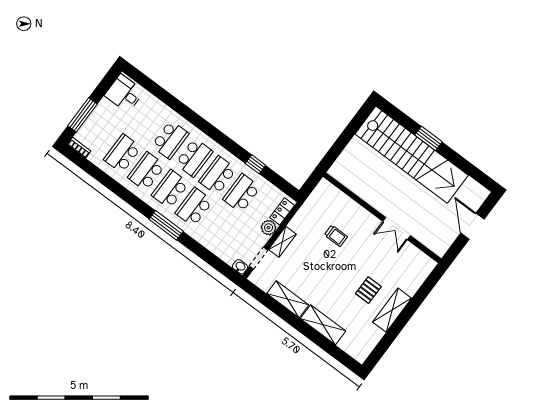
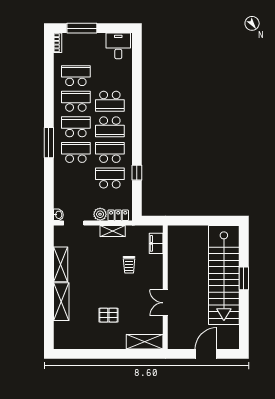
filing cabinet: (335, 196) -> (156, 243), added
shelving: (282, 242) -> (113, 231), moved
shelving: (392, 310) -> (145, 342), moved

